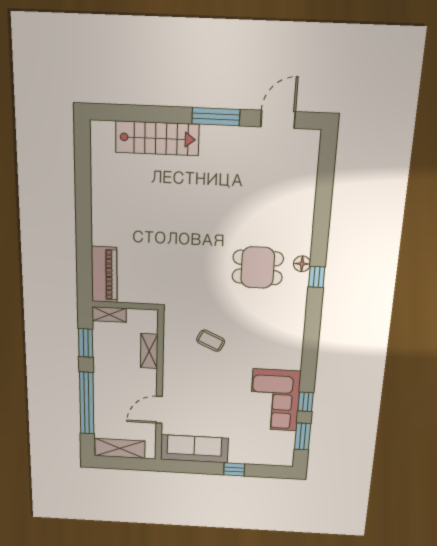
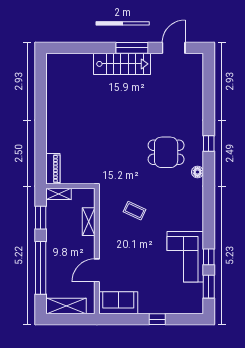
stairs: (157, 138) -> (122, 64), moved
floor lamp: (302, 264) -> (197, 172), moved
piano: (104, 275) -> (53, 169), width x0.73, depth x0.75
window: (317, 277) -> (209, 143), moved
sofa: (194, 449) -> (118, 303), width x0.73

